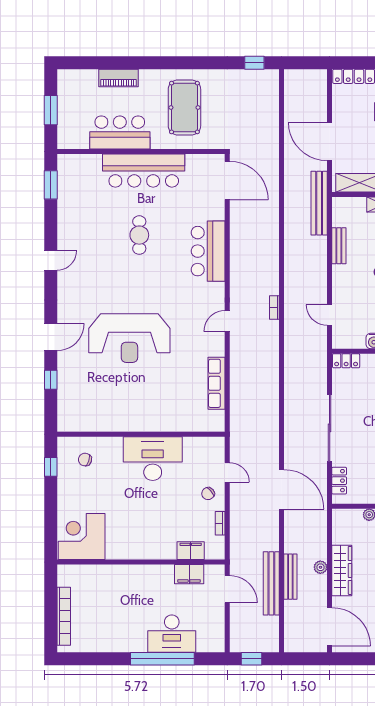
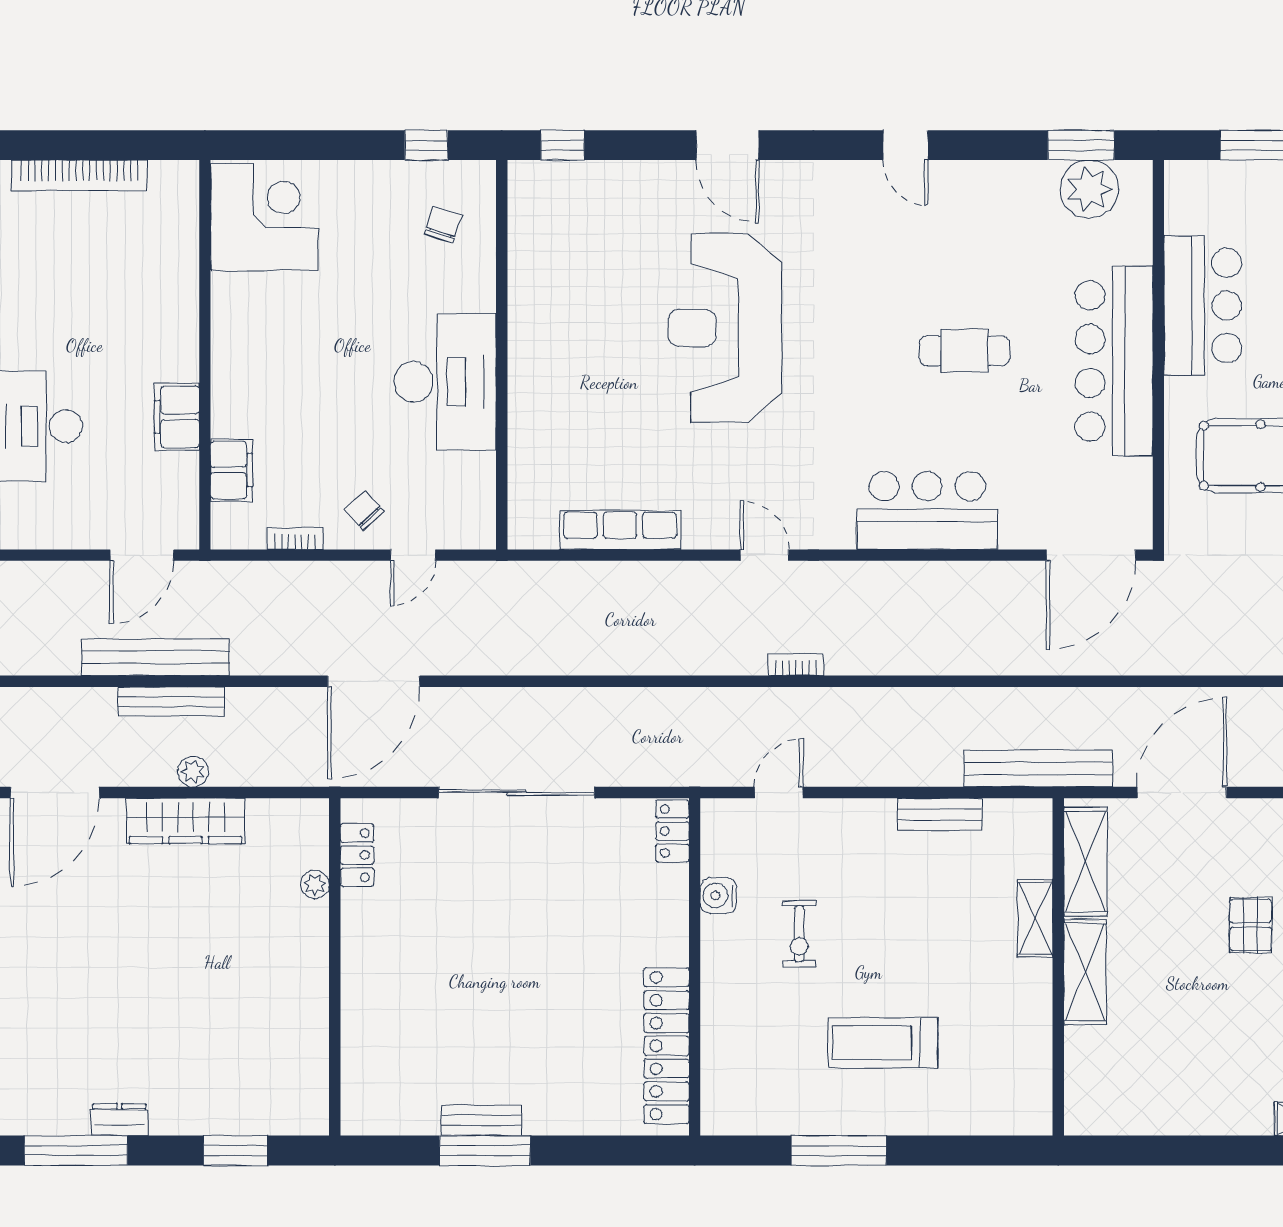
plant: (70, 181) -> (1089, 189), added
window: (51, 380) -> (563, 145), moved
locker: (339, 481) -> (357, 855), moved, turned -90
filing cabinet: (189, 574) -> (177, 417), moved

